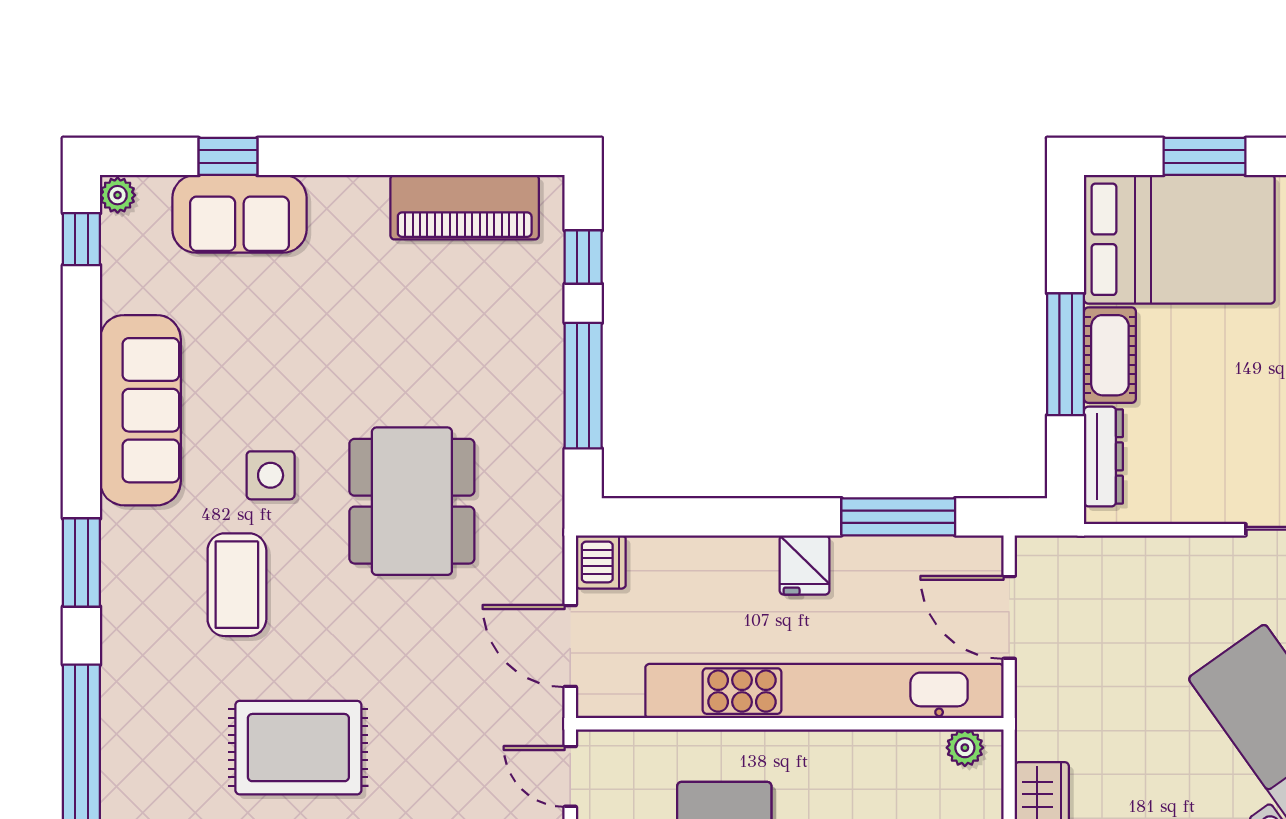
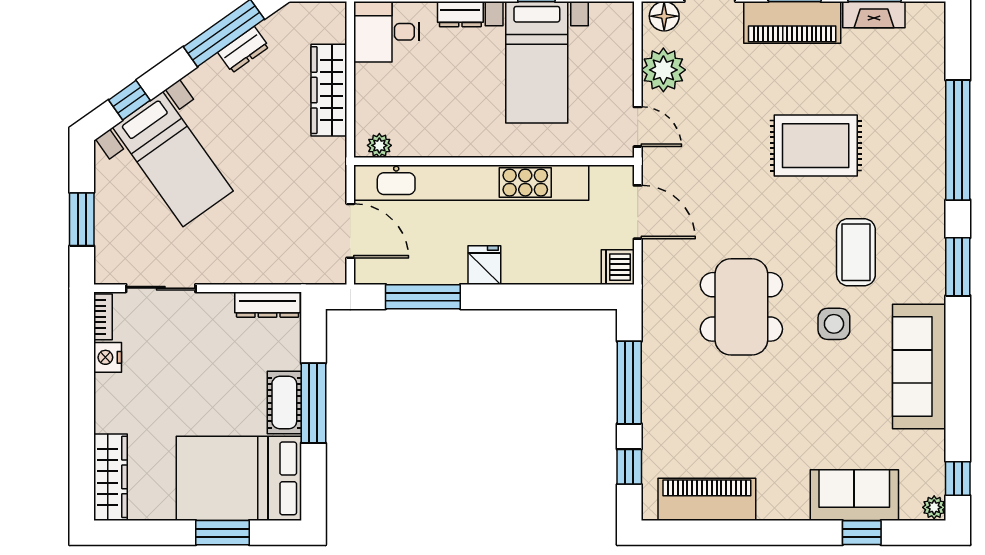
dresser: (1103, 456) -> (268, 305), moved, turned -90

